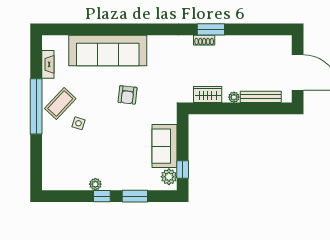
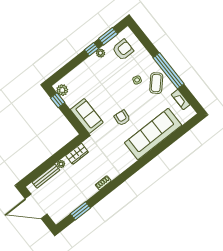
window: (211, 29) -> (80, 211), moved
sofa: (164, 146) -> (87, 116), moved
armchair: (68, 169) -> (123, 50), added
window: (135, 196) -> (108, 36), moved

